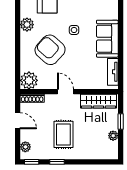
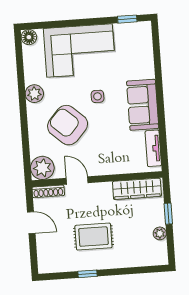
door: (65, 92) -> (77, 181), moved
rug: (63, 134) -> (93, 237), turned 90
plant: (25, 147) -> (44, 257), removed
window: (32, 162) -> (54, 276), removed

